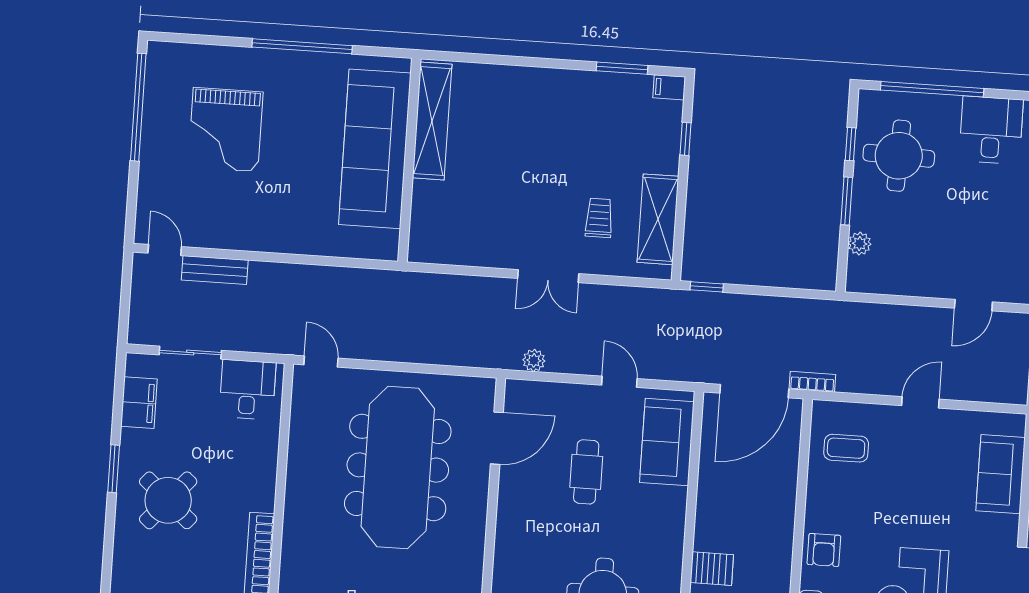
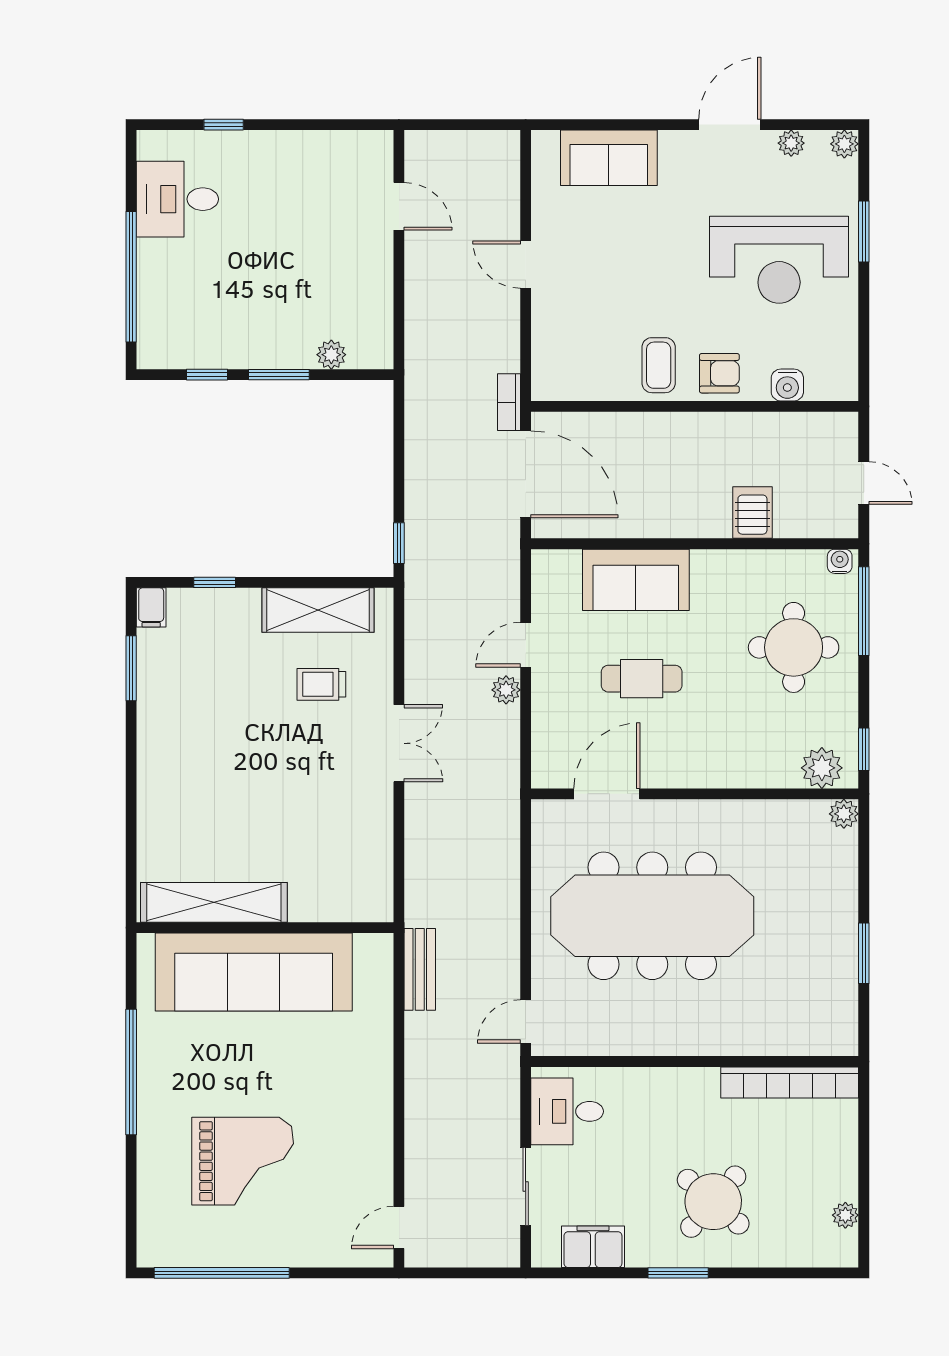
round table: (899, 156) -> (217, 313), removed
bench: (215, 270) -> (420, 969), moved
plant: (534, 360) -> (506, 690), moved
door: (497, 438) -> (607, 794), hinge flipped
sofa: (667, 442) -> (636, 580), moved
coffee table: (846, 448) -> (659, 365), moved

